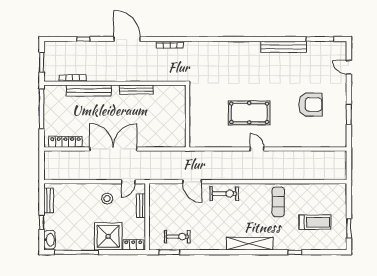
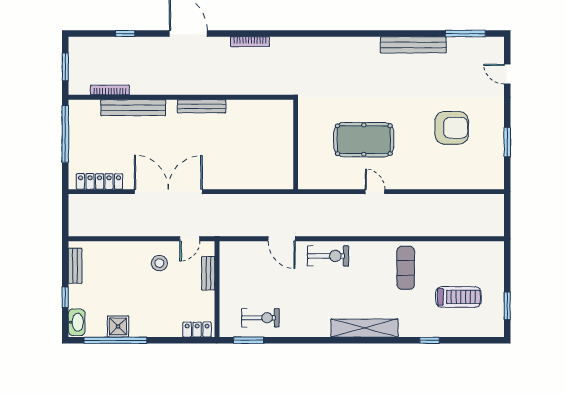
wall: (188, 116) -> (296, 144), moved
shower: (108, 236) -> (118, 326), moved, width x0.54, depth x0.54

